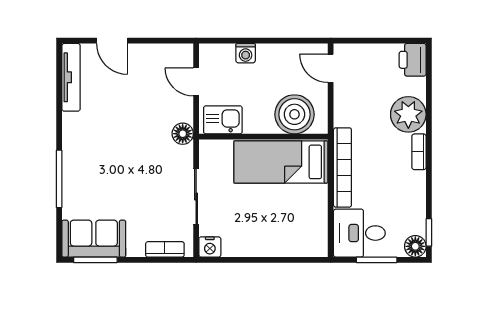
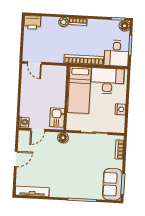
door: (112, 41) -> (16, 159), moved
washing machine: (246, 53) -> (24, 122), moved
door: (331, 68) -> (34, 63), hinge flipped
boiler: (294, 114) -> (56, 82), removed
plant: (408, 114) -> (64, 22), width x0.53, depth x0.53
desk: (302, 217) -> (107, 81), added
nightstand: (210, 247) -> (120, 109), moved

